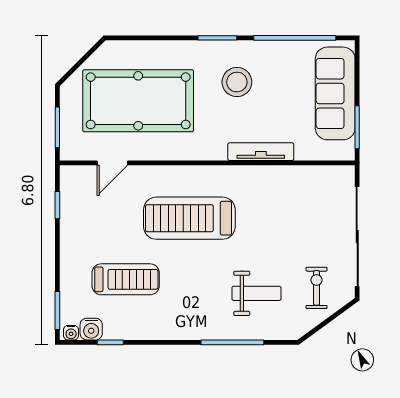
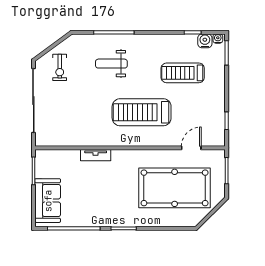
stool: (237, 82) -> (111, 200), removed
sofa: (335, 93) -> (48, 201), width x0.73
tv unit: (261, 152) -> (96, 155), width x0.71
treadmill: (189, 218) -> (142, 112), turned 180
weight bench: (256, 293) -> (111, 64), moved

